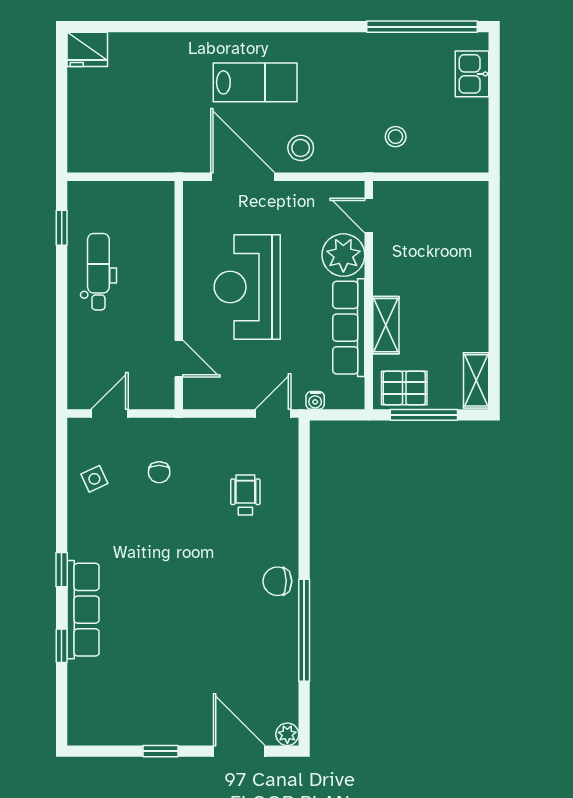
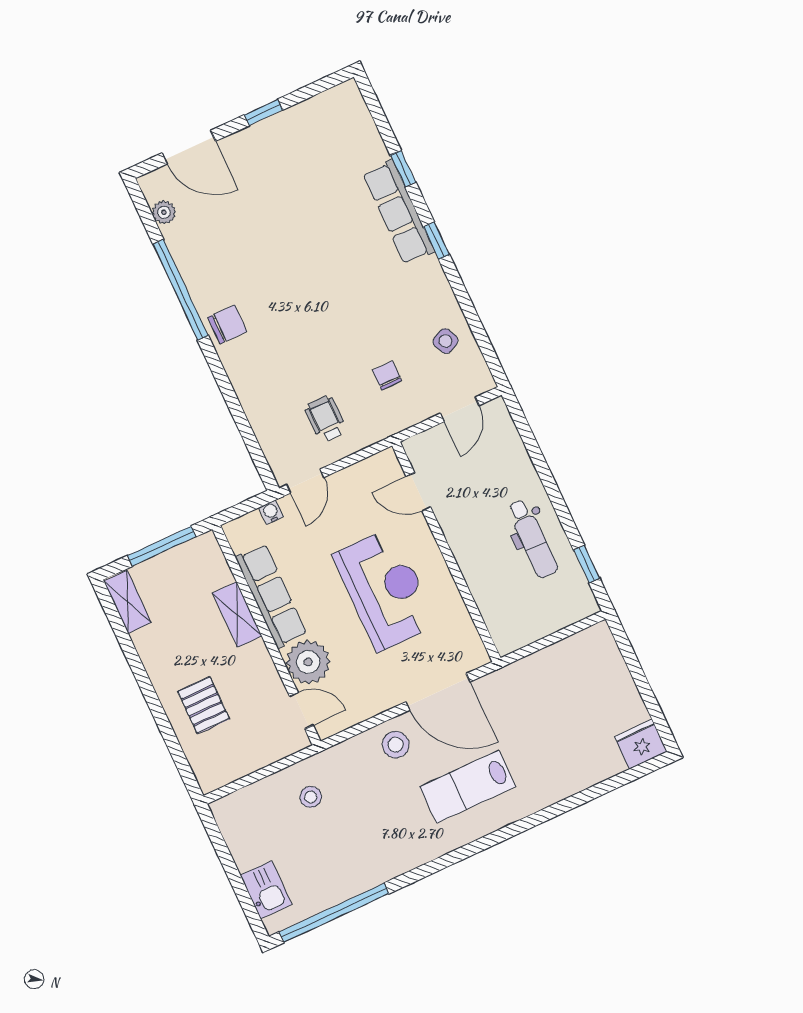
pallet: (404, 388) -> (204, 705), moved, turned 90
wheelchair: (245, 495) -> (326, 419), moved, turned 180
plant: (287, 734) -> (164, 212), moved

